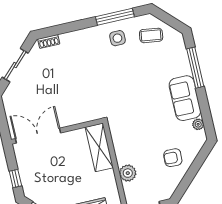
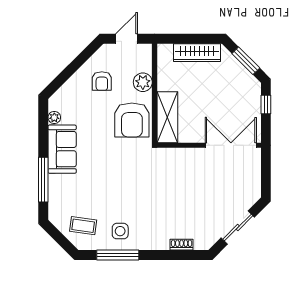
shoe rack: (49, 42) -> (182, 245), moved
double door: (38, 136) -> (231, 145), swing flipped
armchair: (130, 138) -> (132, 120), added
armchair: (173, 158) -> (102, 81), moved, turned 88

